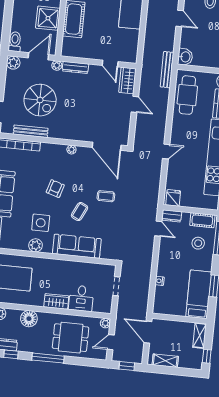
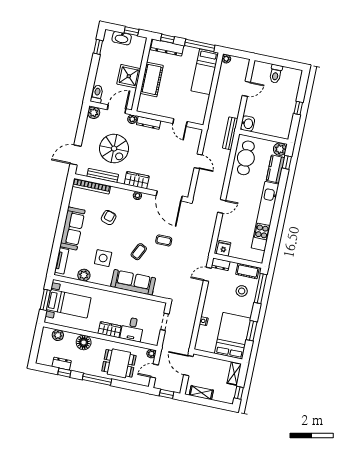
door: (180, 18) -> (246, 89), hinge flipped
wardrobe: (127, 80) -> (137, 180), moved, turned 90
armchair: (55, 189) -> (109, 218), moved
door: (158, 229) -> (207, 274), swing flipped
plant: (36, 245) -> (84, 275), moved
bed: (199, 294) -> (233, 336), width x1.50

